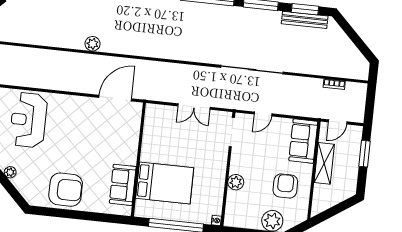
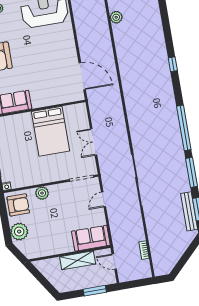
plant: (93, 44) -> (116, 17), moved
door: (263, 114) -> (104, 199), hinge flipped
bed: (165, 183) -> (51, 131), moved
armchair: (285, 186) -> (18, 205), moved

